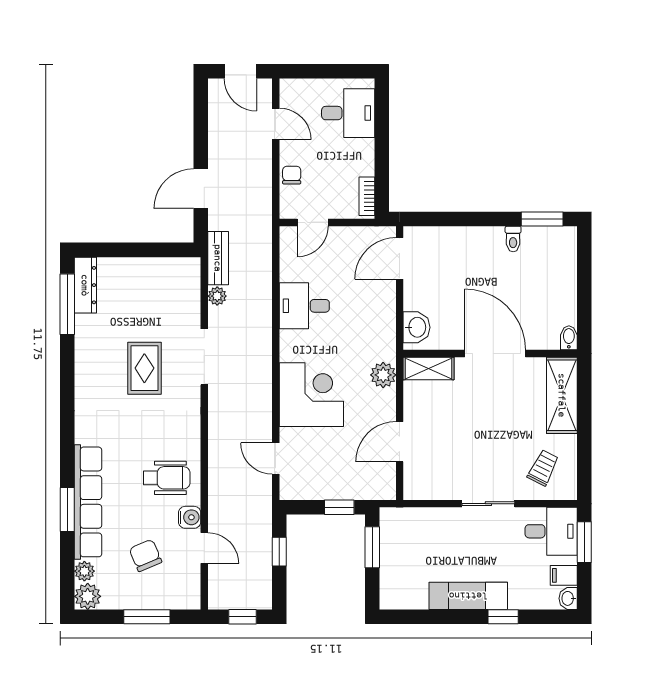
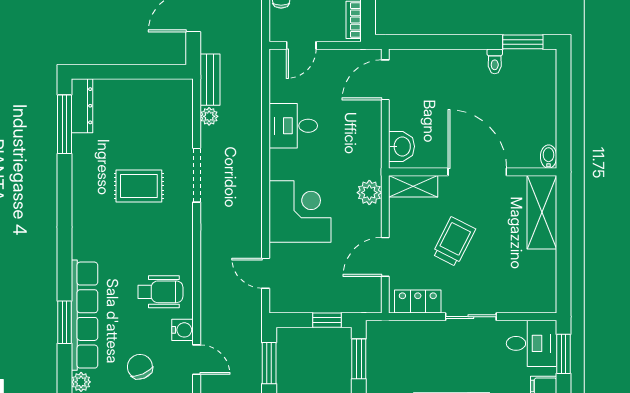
rug: (144, 368) -> (139, 186), turned 90
trolley: (543, 468) -> (454, 242), moved, width x1.36, depth x1.39
locker: (433, 488) -> (418, 302), added
window: (279, 552) -> (269, 363), width x1.50

